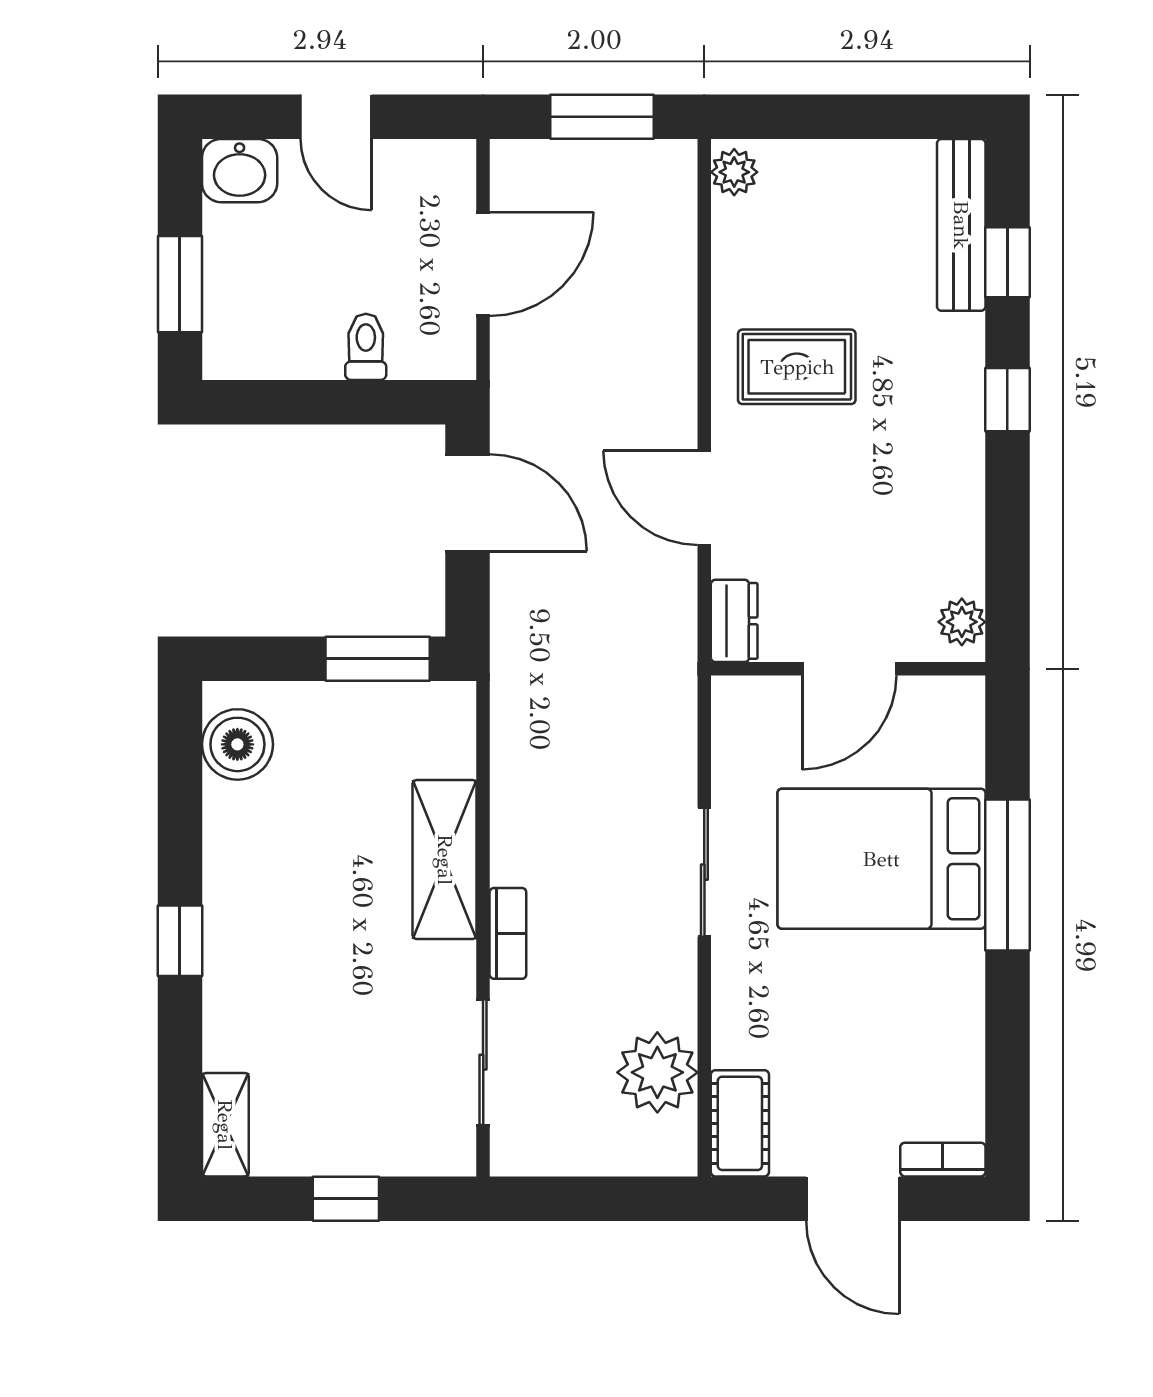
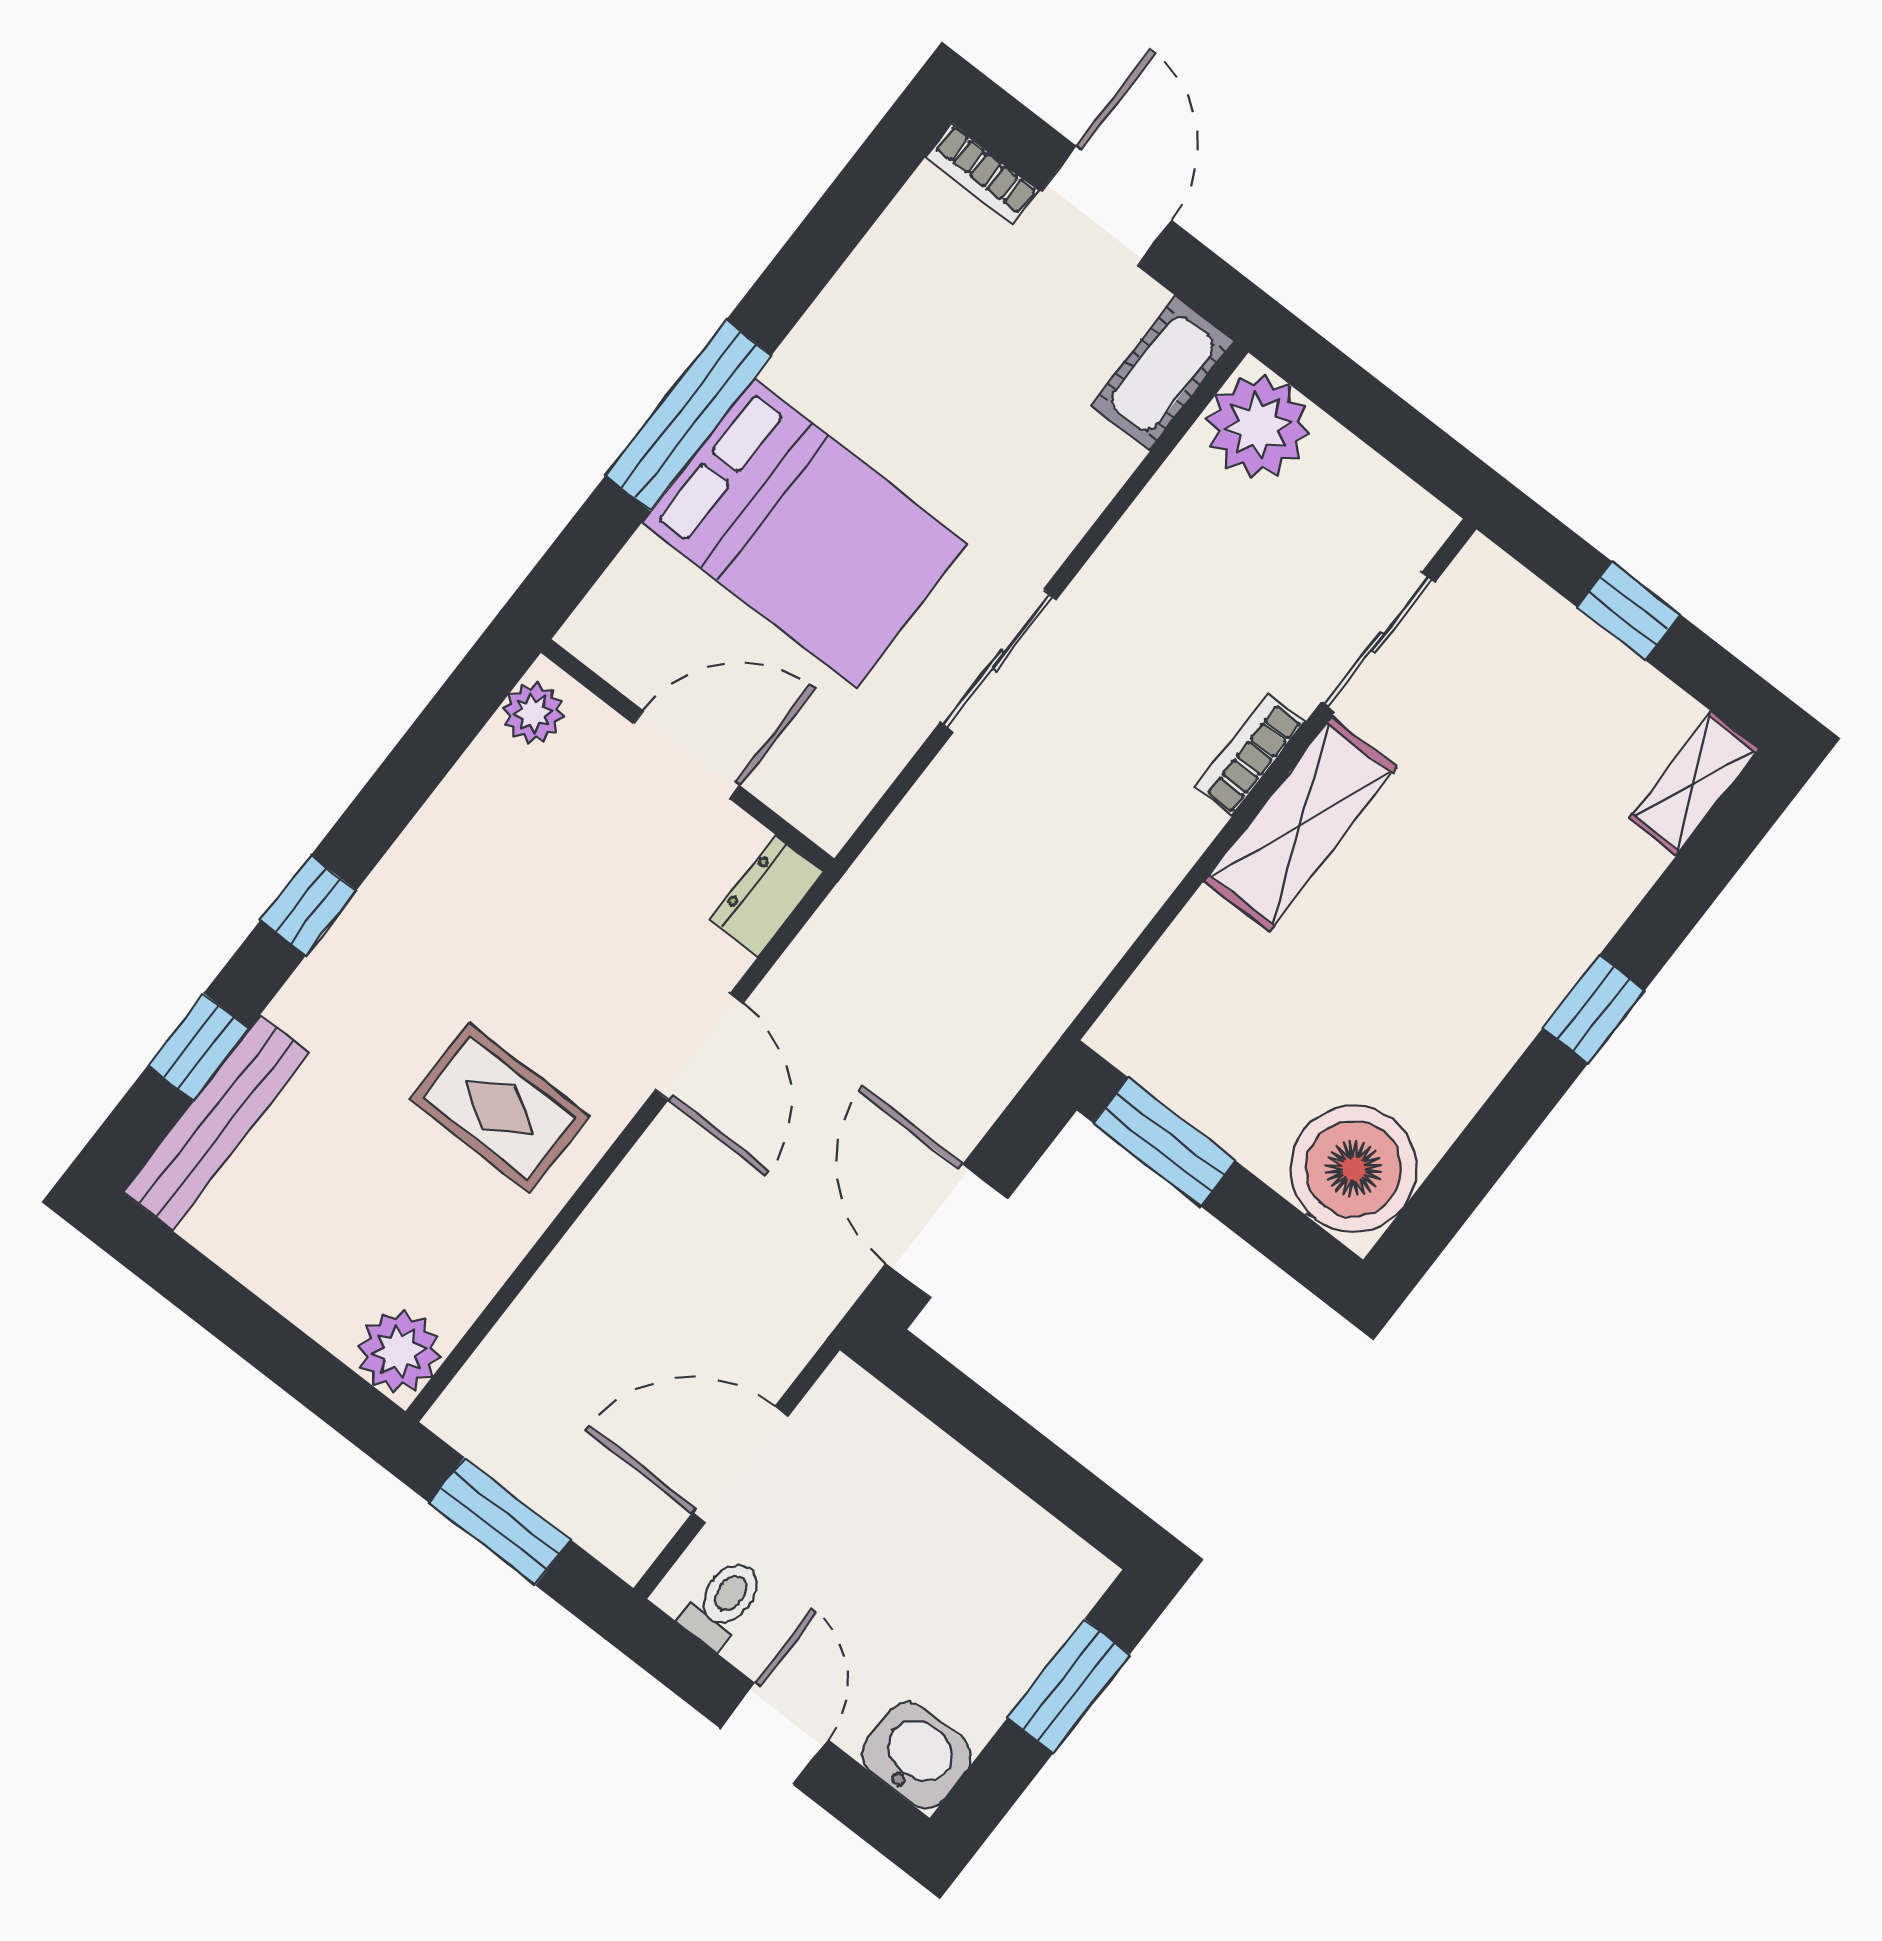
plant: (734, 172) -> (399, 1352), width x1.38, depth x1.38
toilet: (366, 347) -> (723, 1603), moved, turned 180
boiler: (237, 744) -> (1354, 1169), width x1.37, depth x1.37
shelving: (445, 860) -> (1301, 824), moved
plant: (657, 1072) -> (1258, 426), moved

